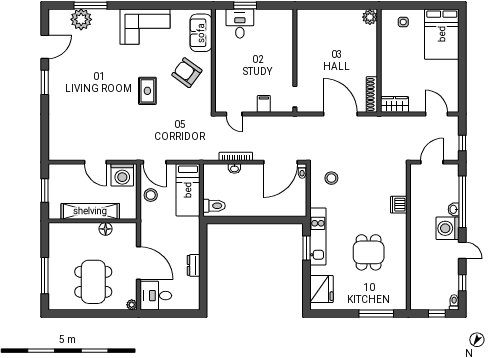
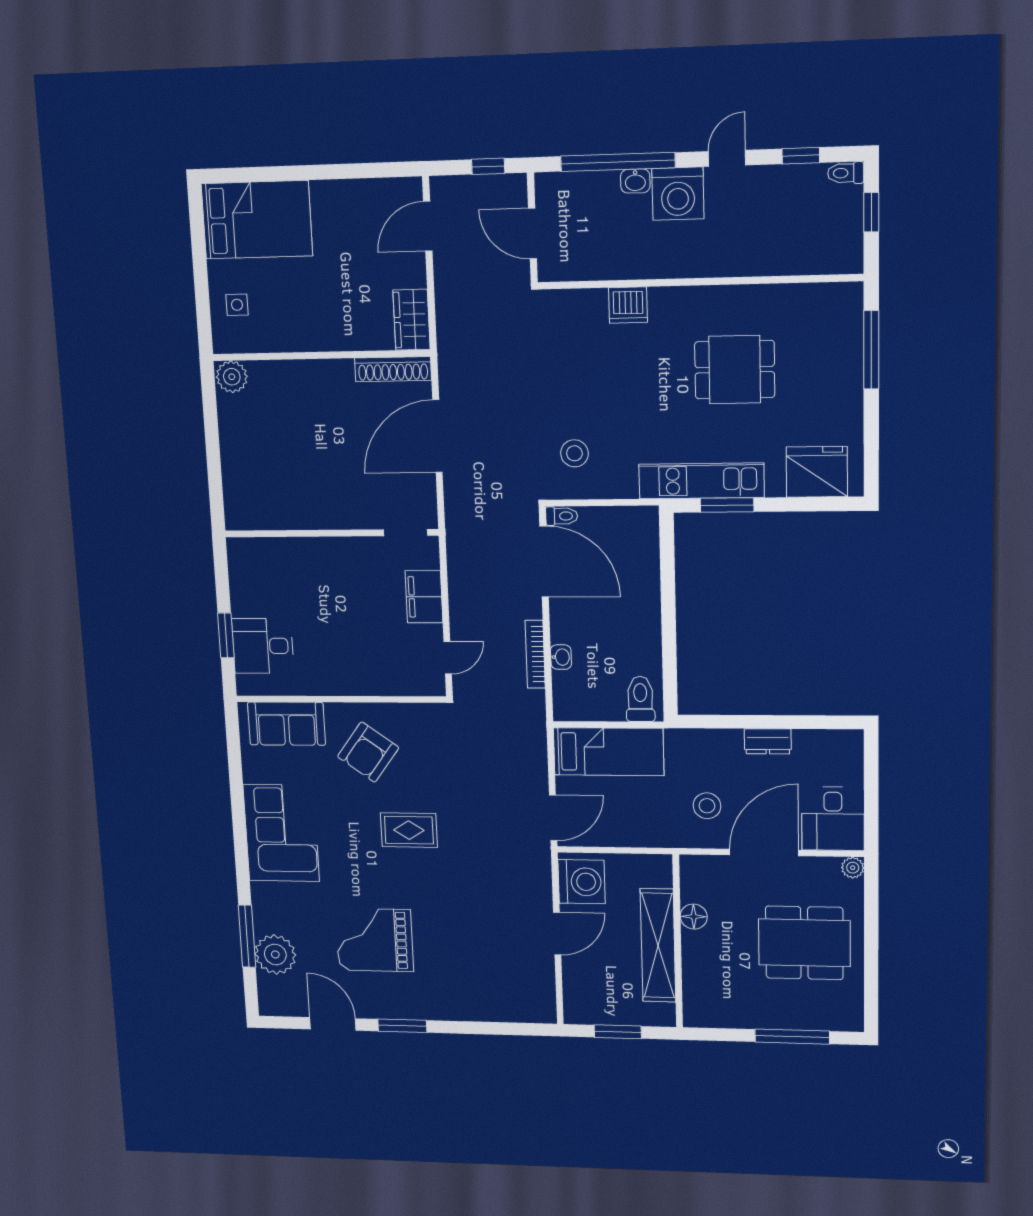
grand piano: (90, 71) -> (374, 940), added
filing cabinet: (264, 104) -> (424, 597), width x2.00
stool: (151, 195) -> (707, 806), moved

